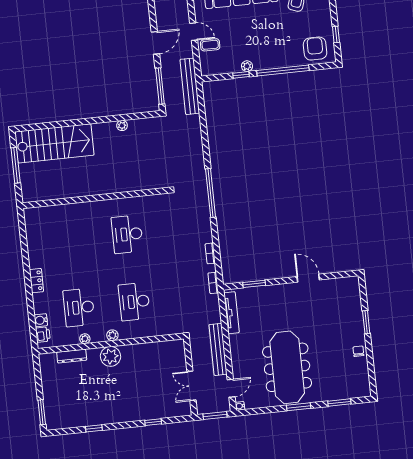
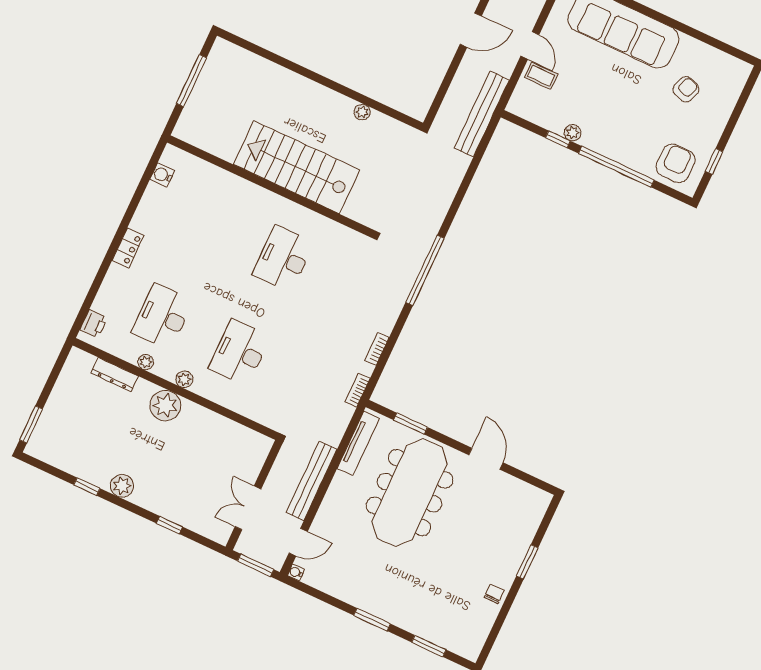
window: (160, 86) -> (443, 90), removed
stairs: (54, 143) -> (297, 167), moved, turned 180
water cooler: (41, 320) -> (162, 175), moved
meeting table: (287, 367) -> (410, 493), moved
plant: (113, 416) -> (122, 486), added

